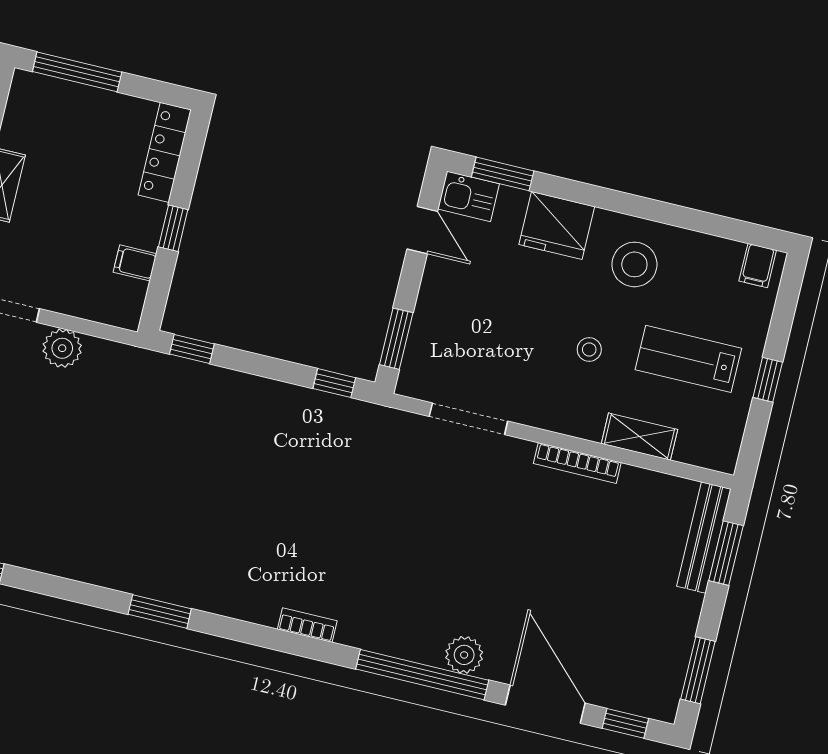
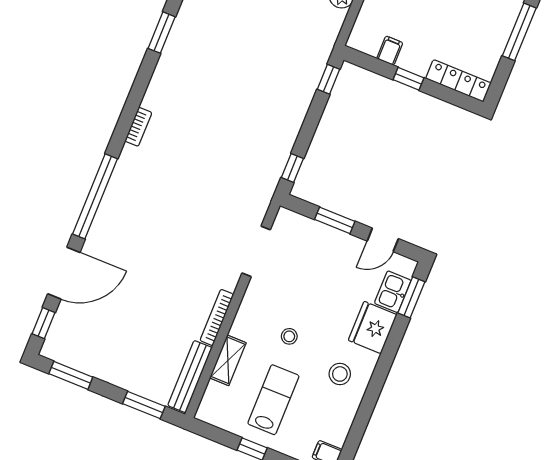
kitchen sink: (469, 196) -> (393, 292), moved
stool: (634, 264) -> (340, 374), width x0.73, depth x0.73
window: (396, 339) -> (335, 220), moved
bench: (704, 538) -> (190, 377), moved, turned 90
plant: (464, 655) -> (104, 225), removed

